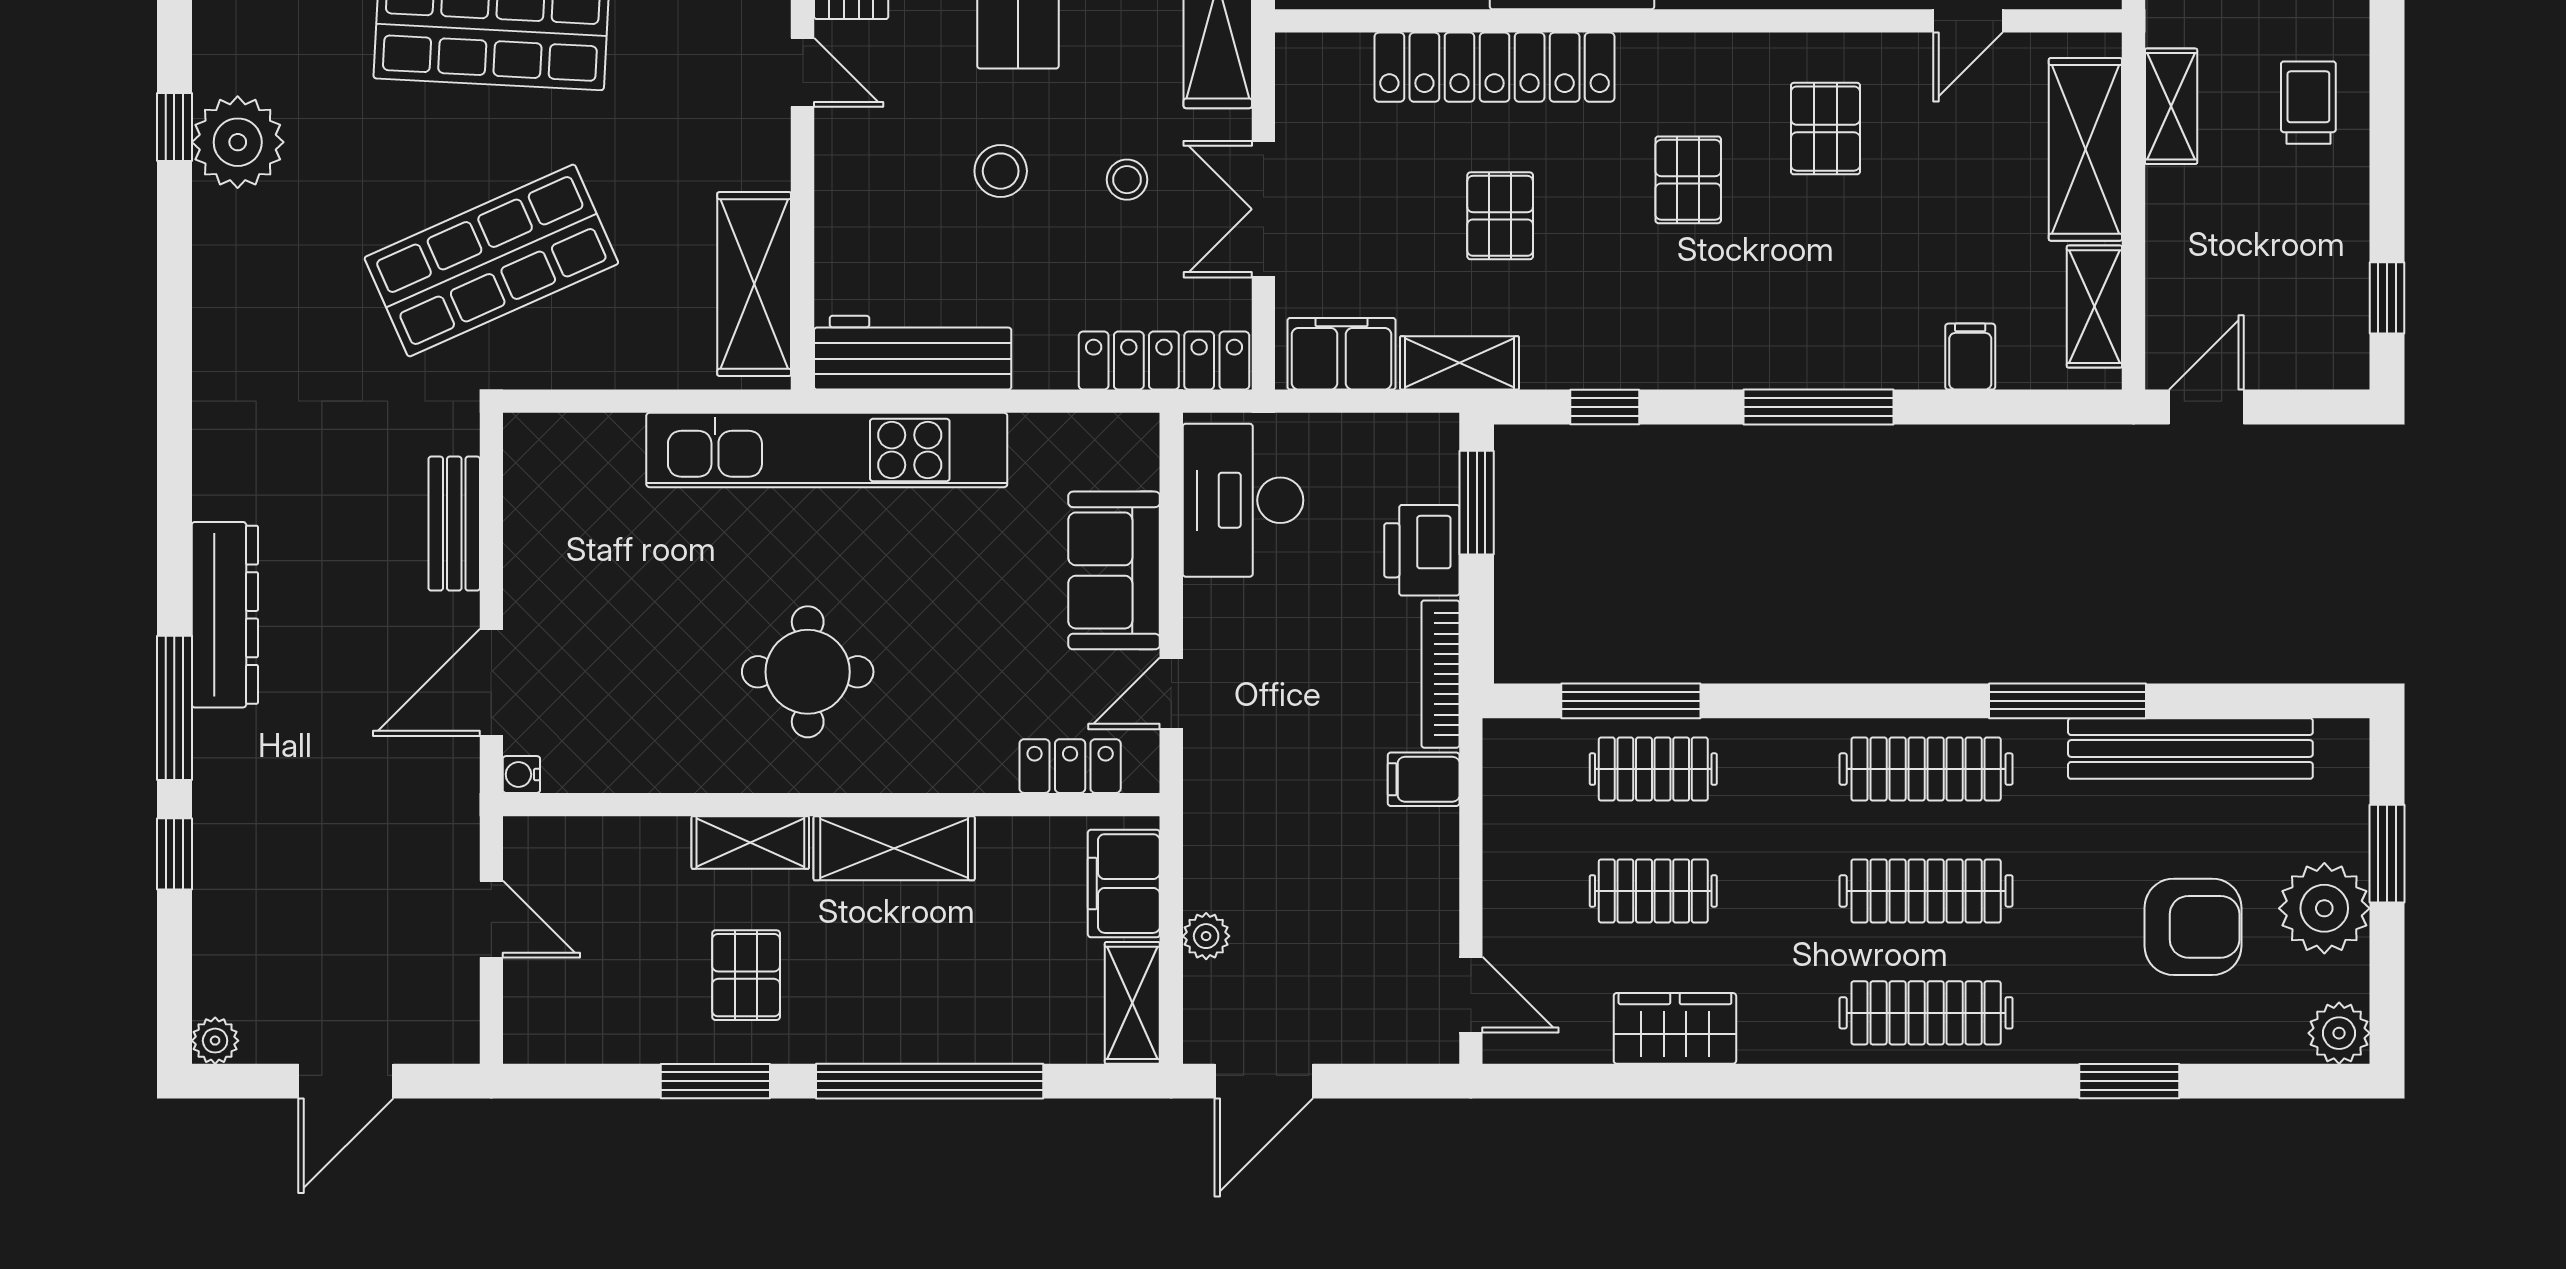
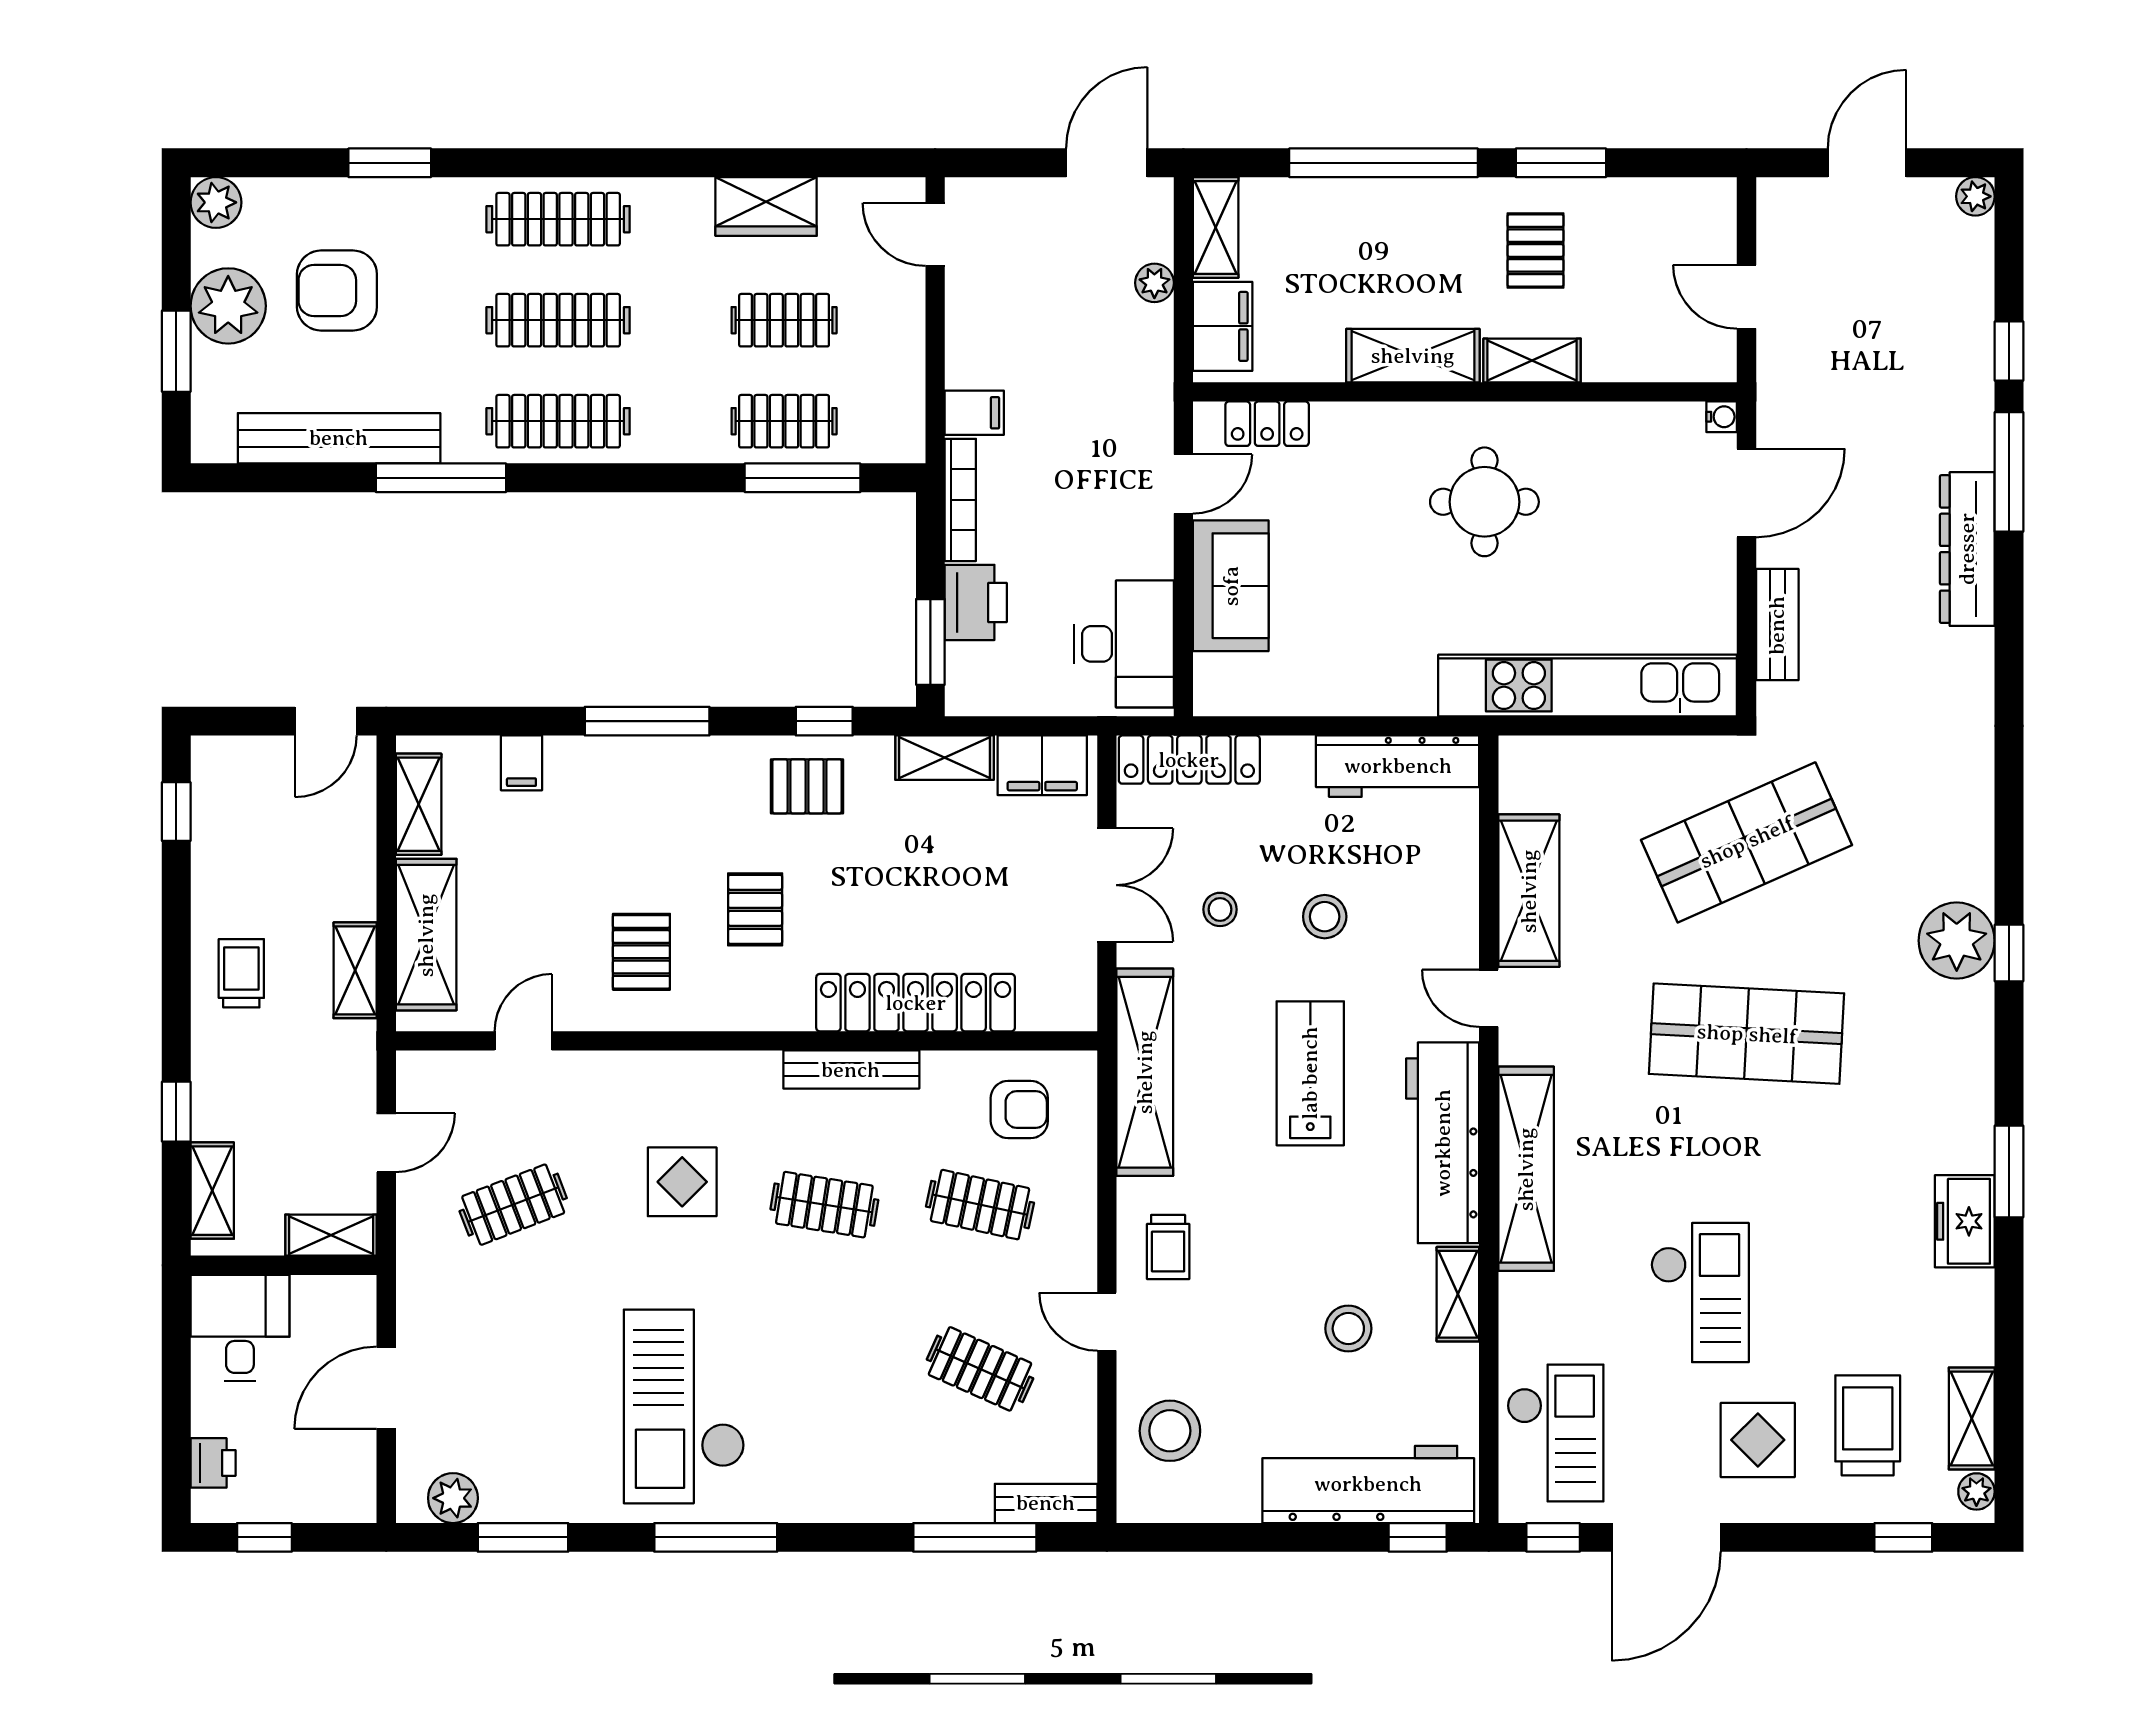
trolley: (2308, 103) -> (241, 973), turned 180
pallet: (1500, 216) -> (807, 786), moved, turned 90
shelving: (754, 284) -> (1529, 891), moved
kitchen unit: (827, 450) -> (1588, 686), moved

